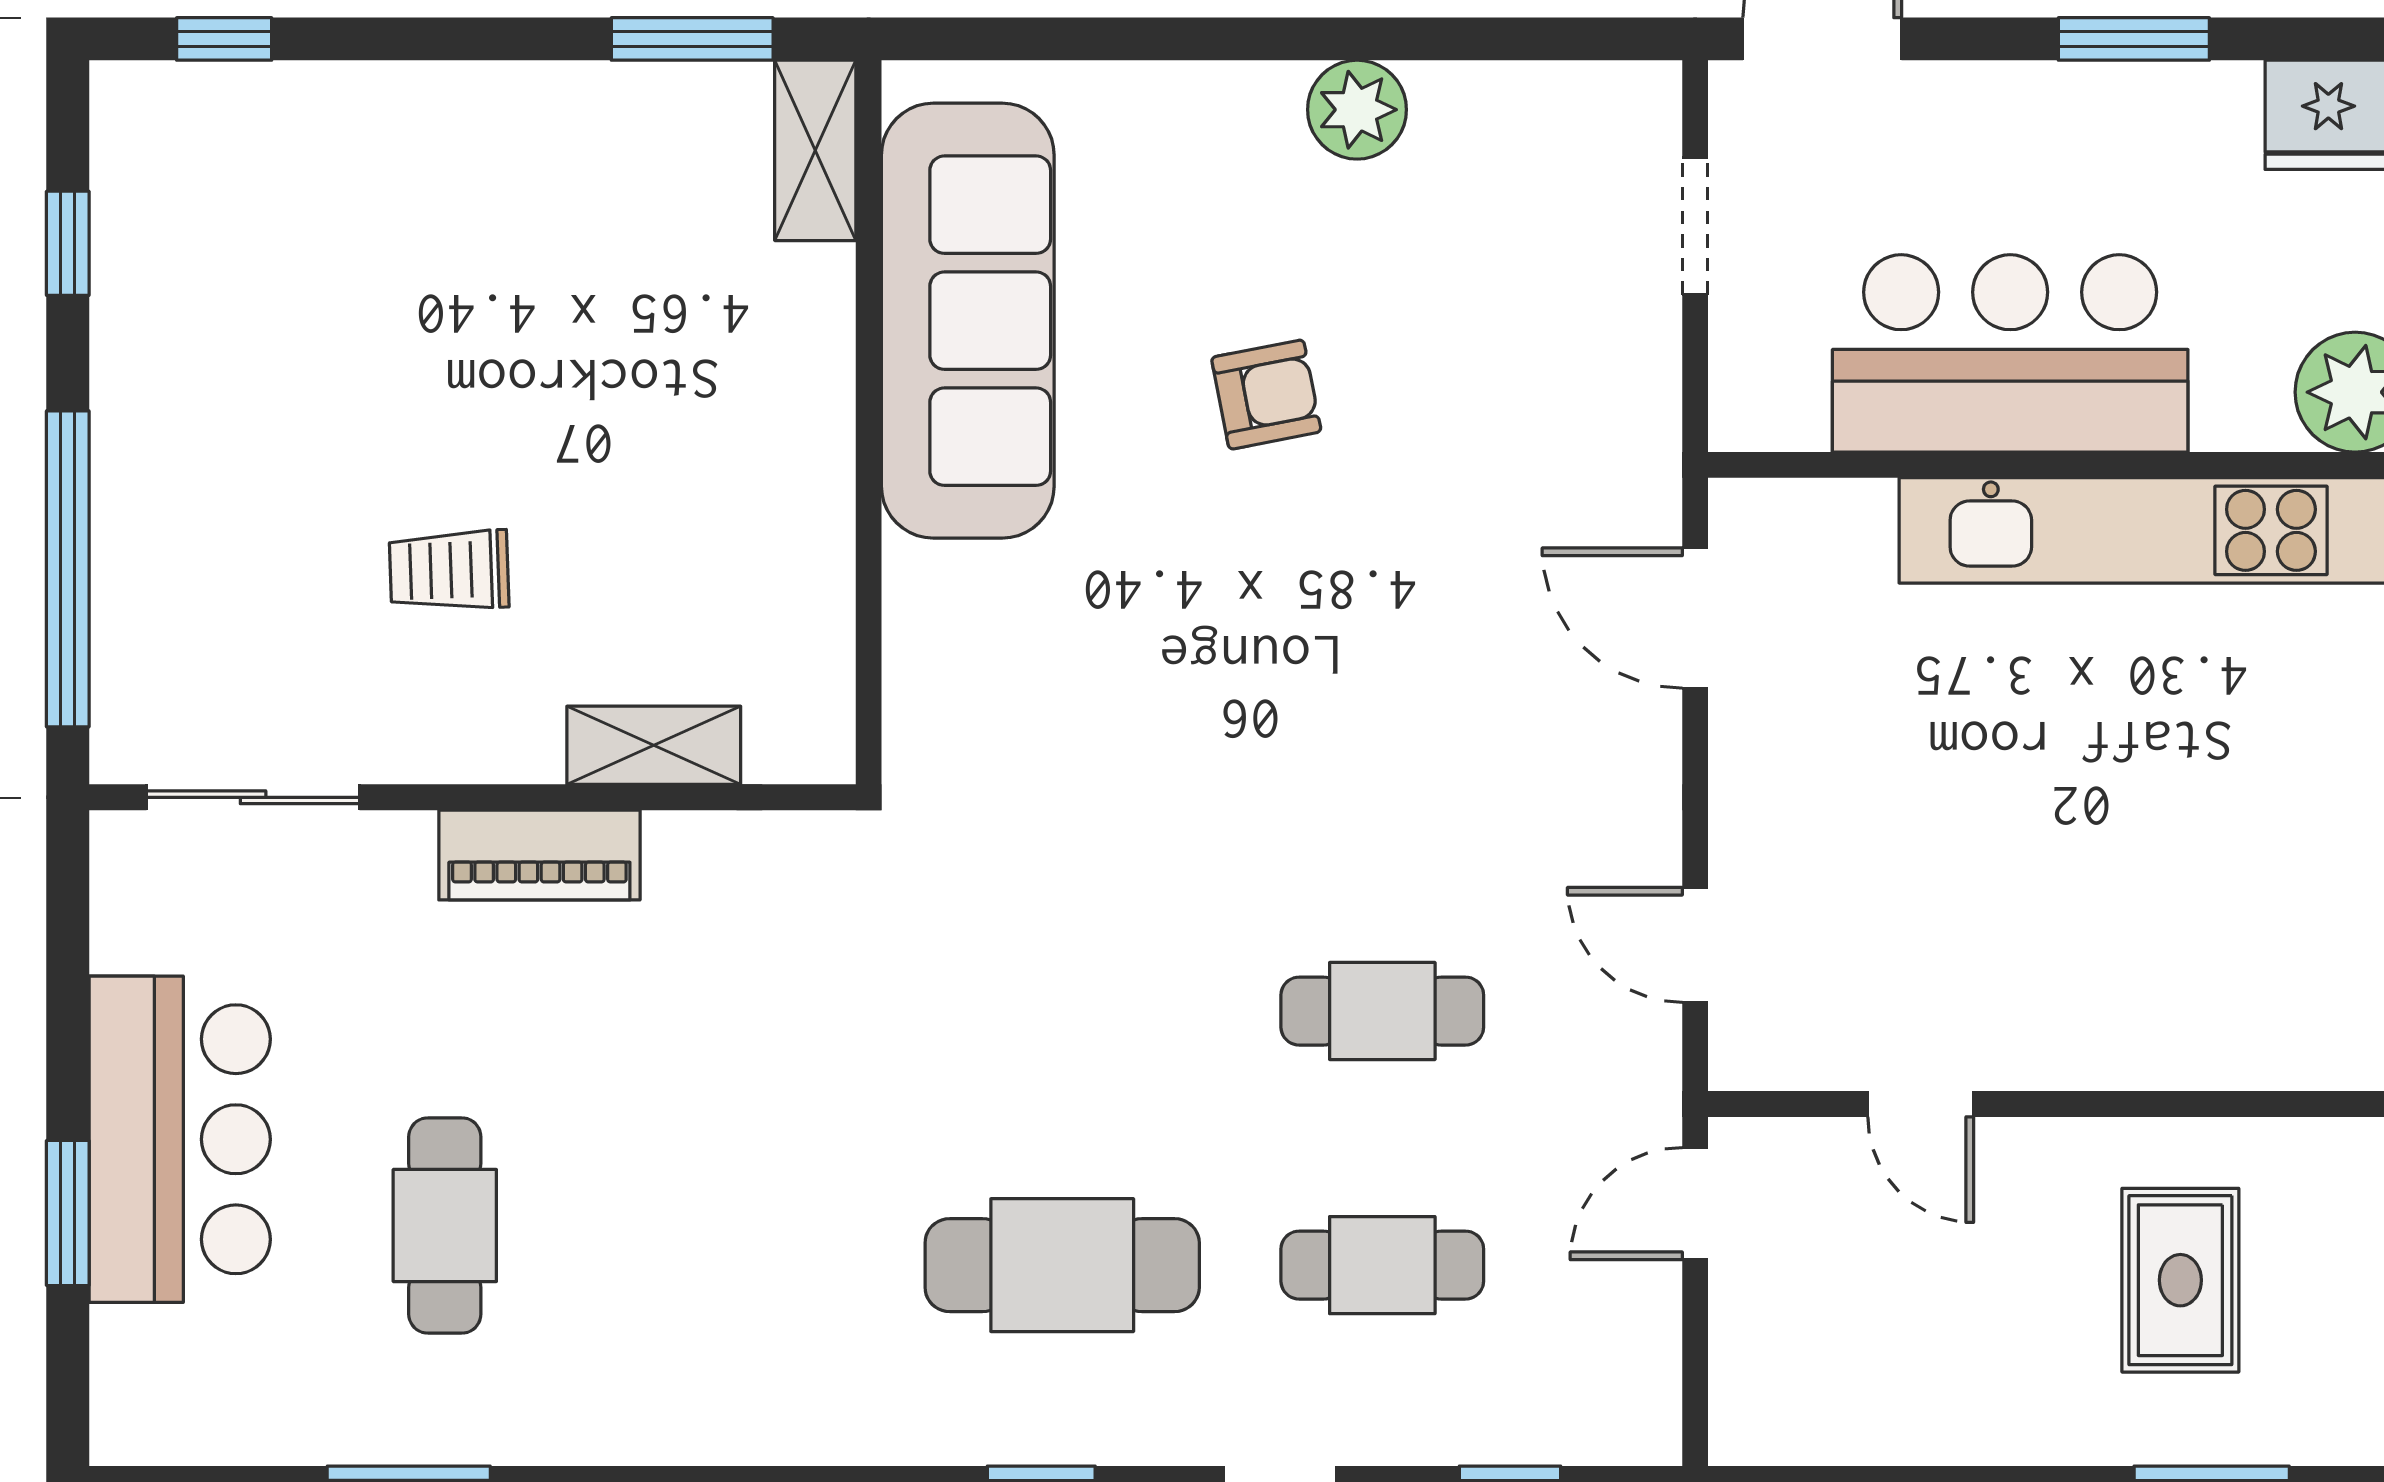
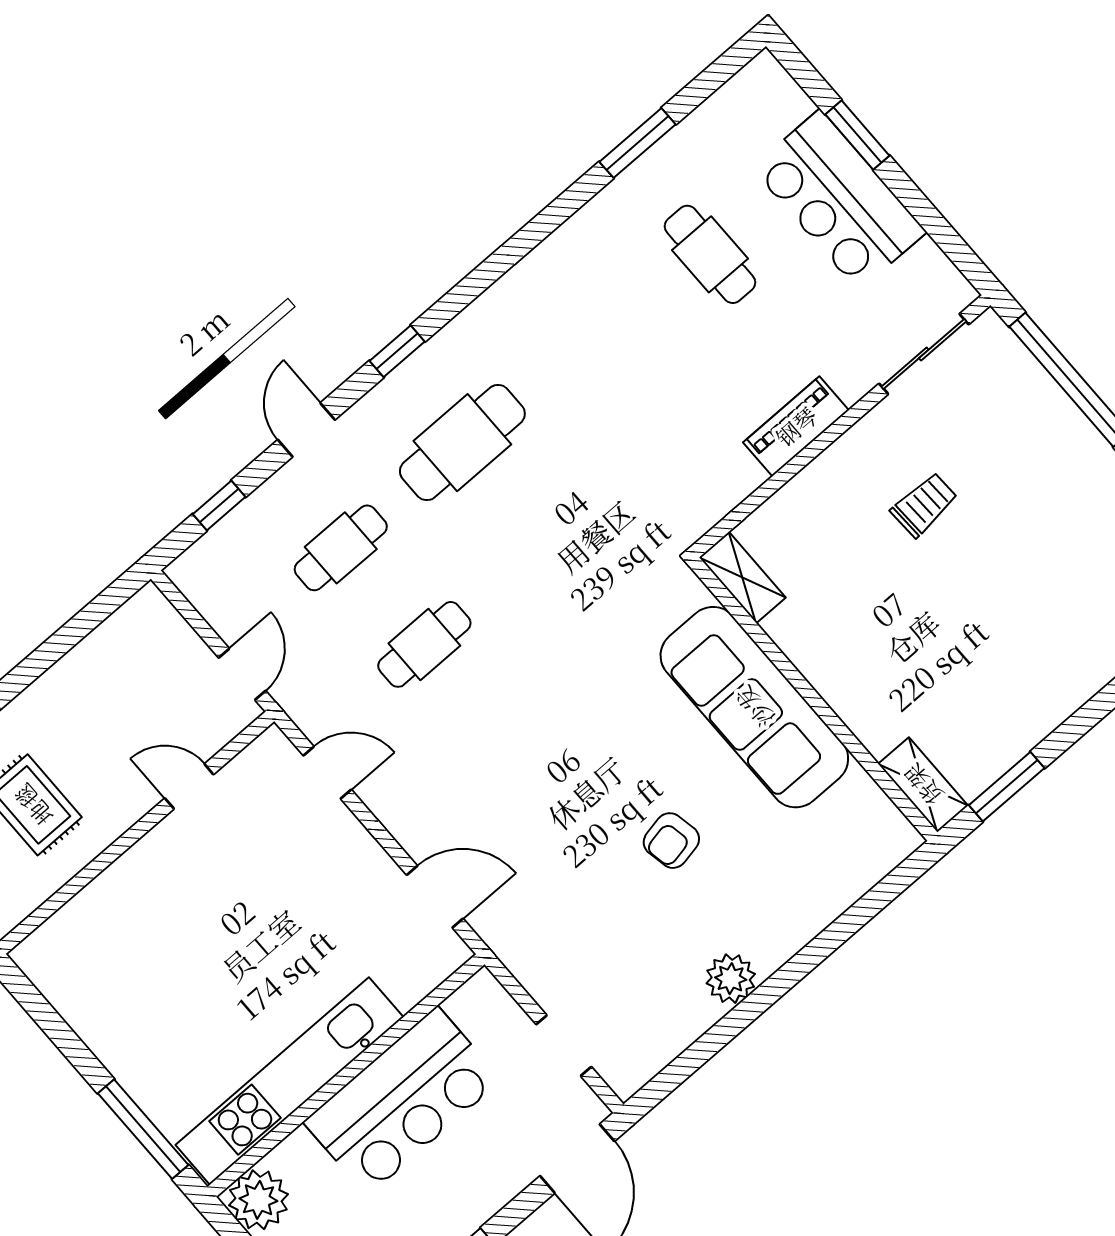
sofa: (968, 321) -> (754, 707), moved
shelving: (654, 745) -> (742, 577), moved, turned 90

